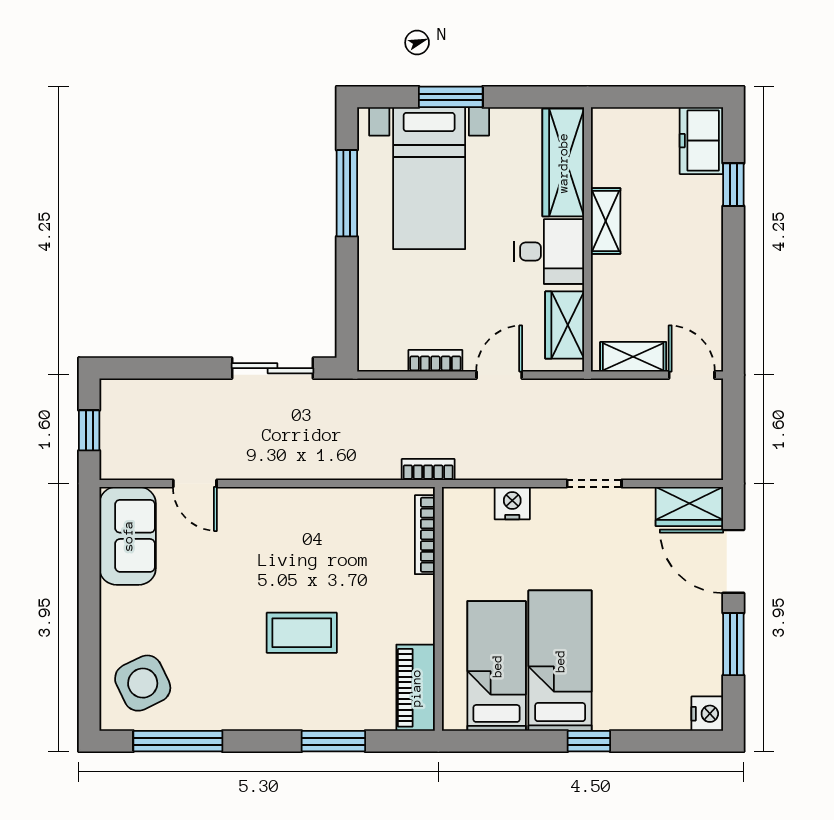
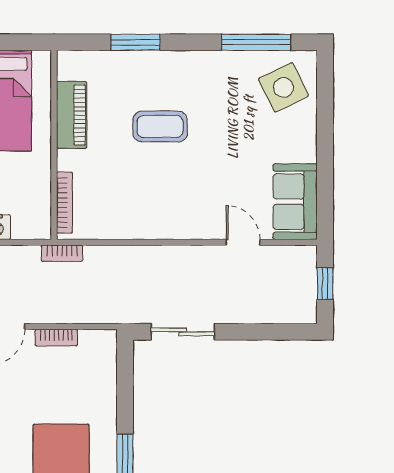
piano: (416, 688) -> (72, 115), moved

